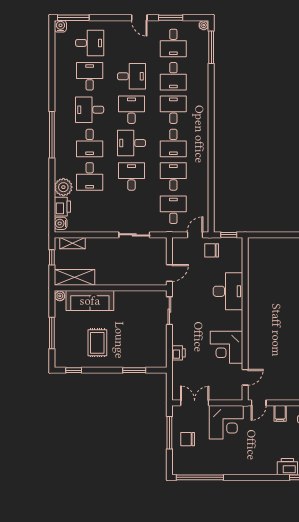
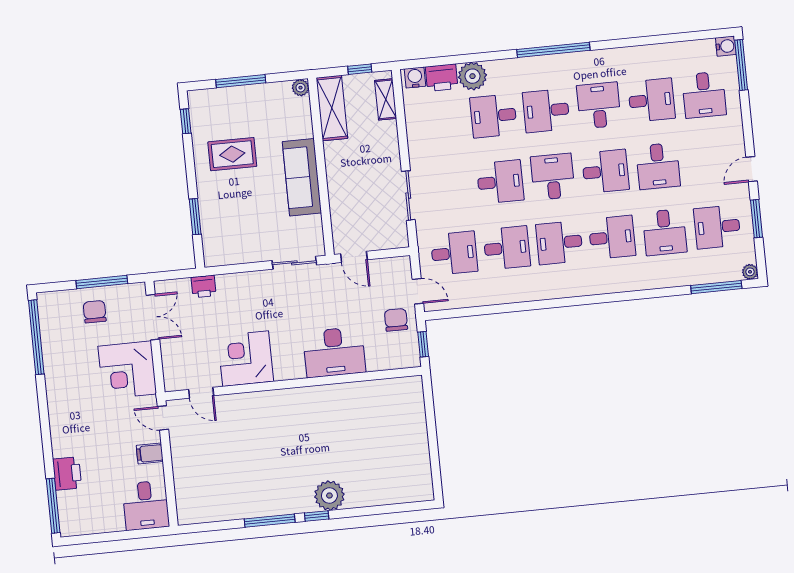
desk: (173, 76) -> (665, 232), turned -90
sofa: (90, 301) -> (302, 177), moved
printer: (179, 353) -> (204, 286), moved

